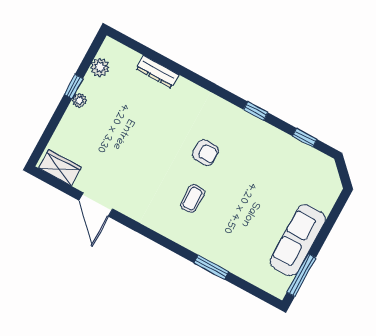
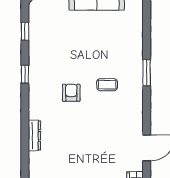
dresser: (157, 72) -> (34, 136), moved
window: (211, 267) -> (147, 73), moved

